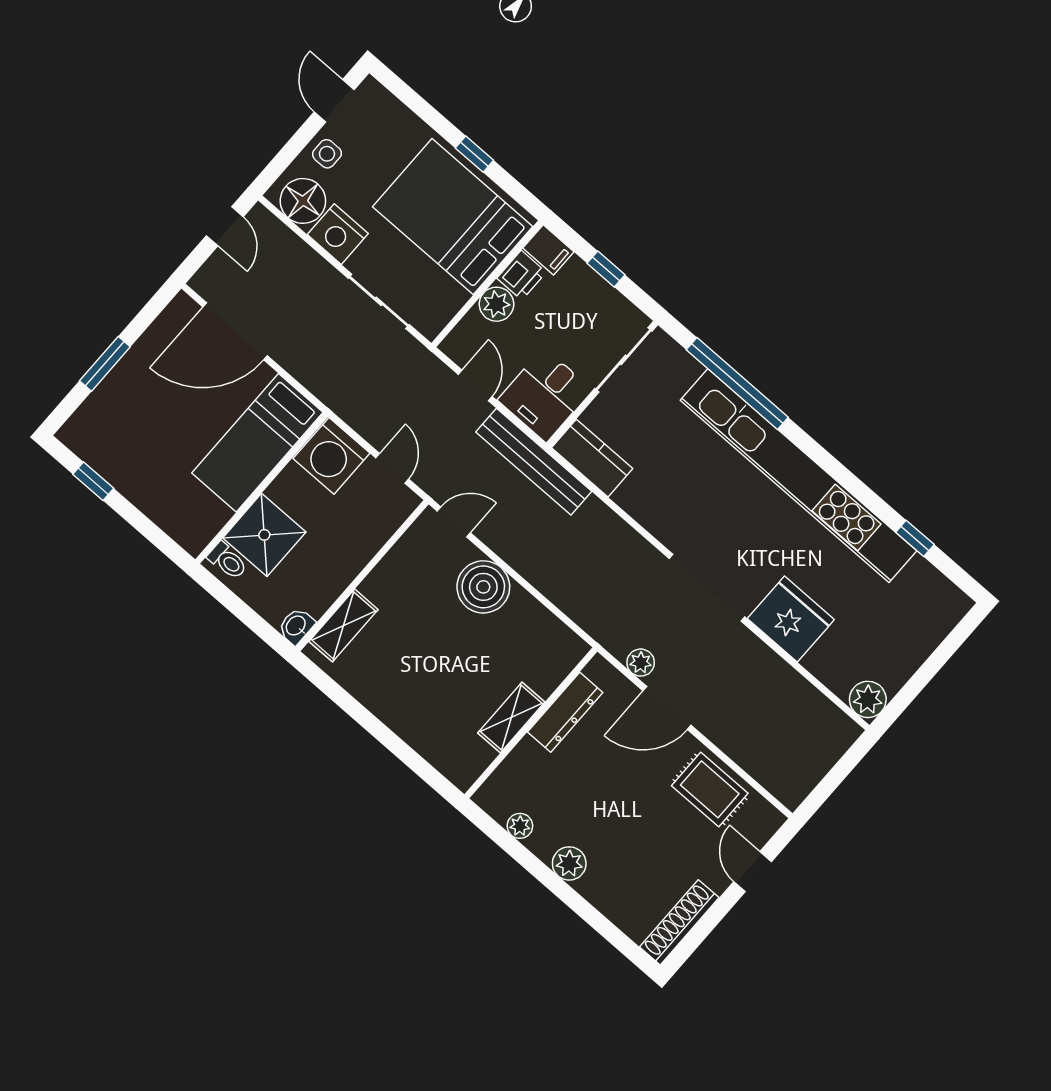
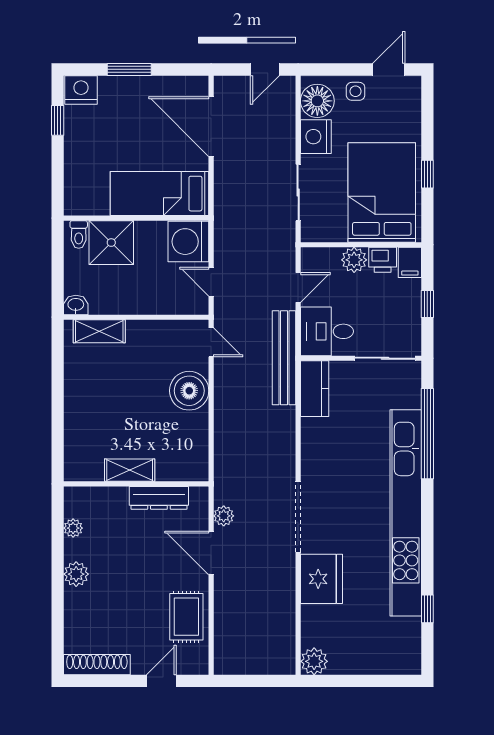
nightstand: (83, 431) -> (81, 90), added
door: (392, 468) -> (211, 282), swing flipped

